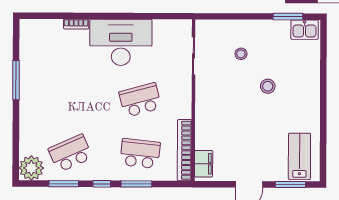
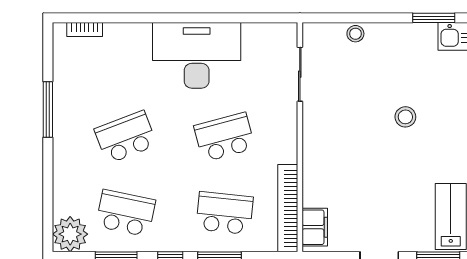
bookcase: (76, 24) -> (85, 30), moved
stool: (241, 54) -> (355, 34), moved
school desk: (71, 100) -> (126, 137), added
school desk: (70, 153) -> (126, 213), turned 36

